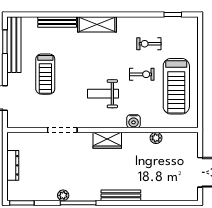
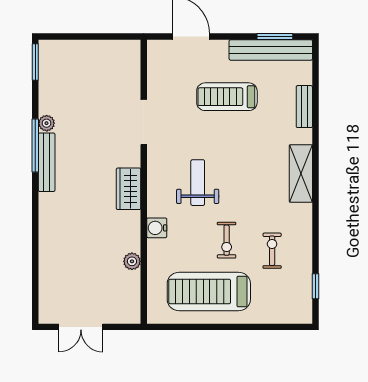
bench: (57, 22) -> (304, 107), width x0.73
dresser: (13, 165) -> (91, 48), removed
bench: (121, 195) -> (47, 162), moved

